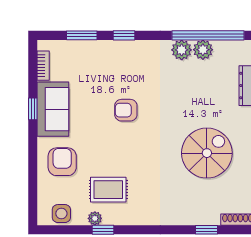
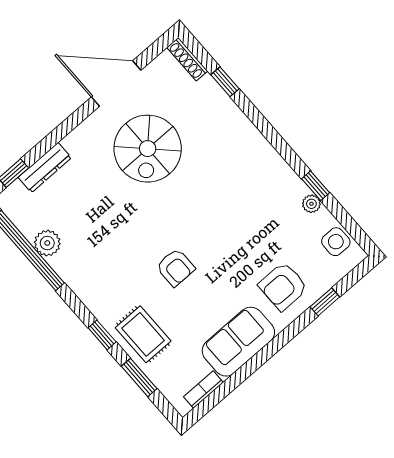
plant: (182, 50) -> (66, 264), removed
window: (33, 109) -> (325, 302), moved
spiral stairs: (207, 153) -> (148, 149), turned -90
rug: (108, 190) -> (143, 334), moved

